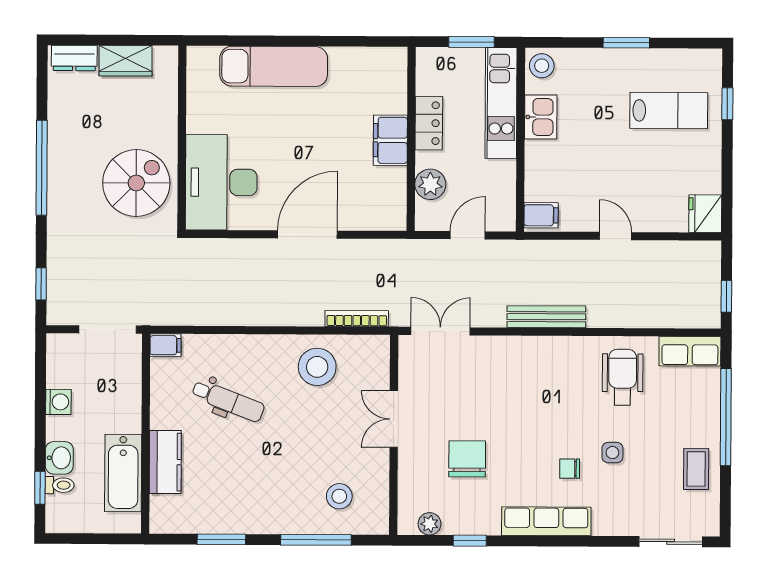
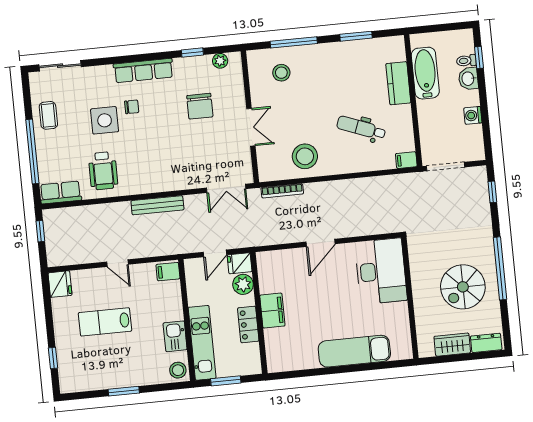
lab bench: (669, 111) -> (105, 322), moved
spiral stairs: (136, 183) -> (463, 287), moved
fridge: (432, 216) -> (240, 263), added
door: (307, 234) -> (320, 243), width x0.73
side table: (612, 453) -> (105, 120), width x1.87, depth x1.87

